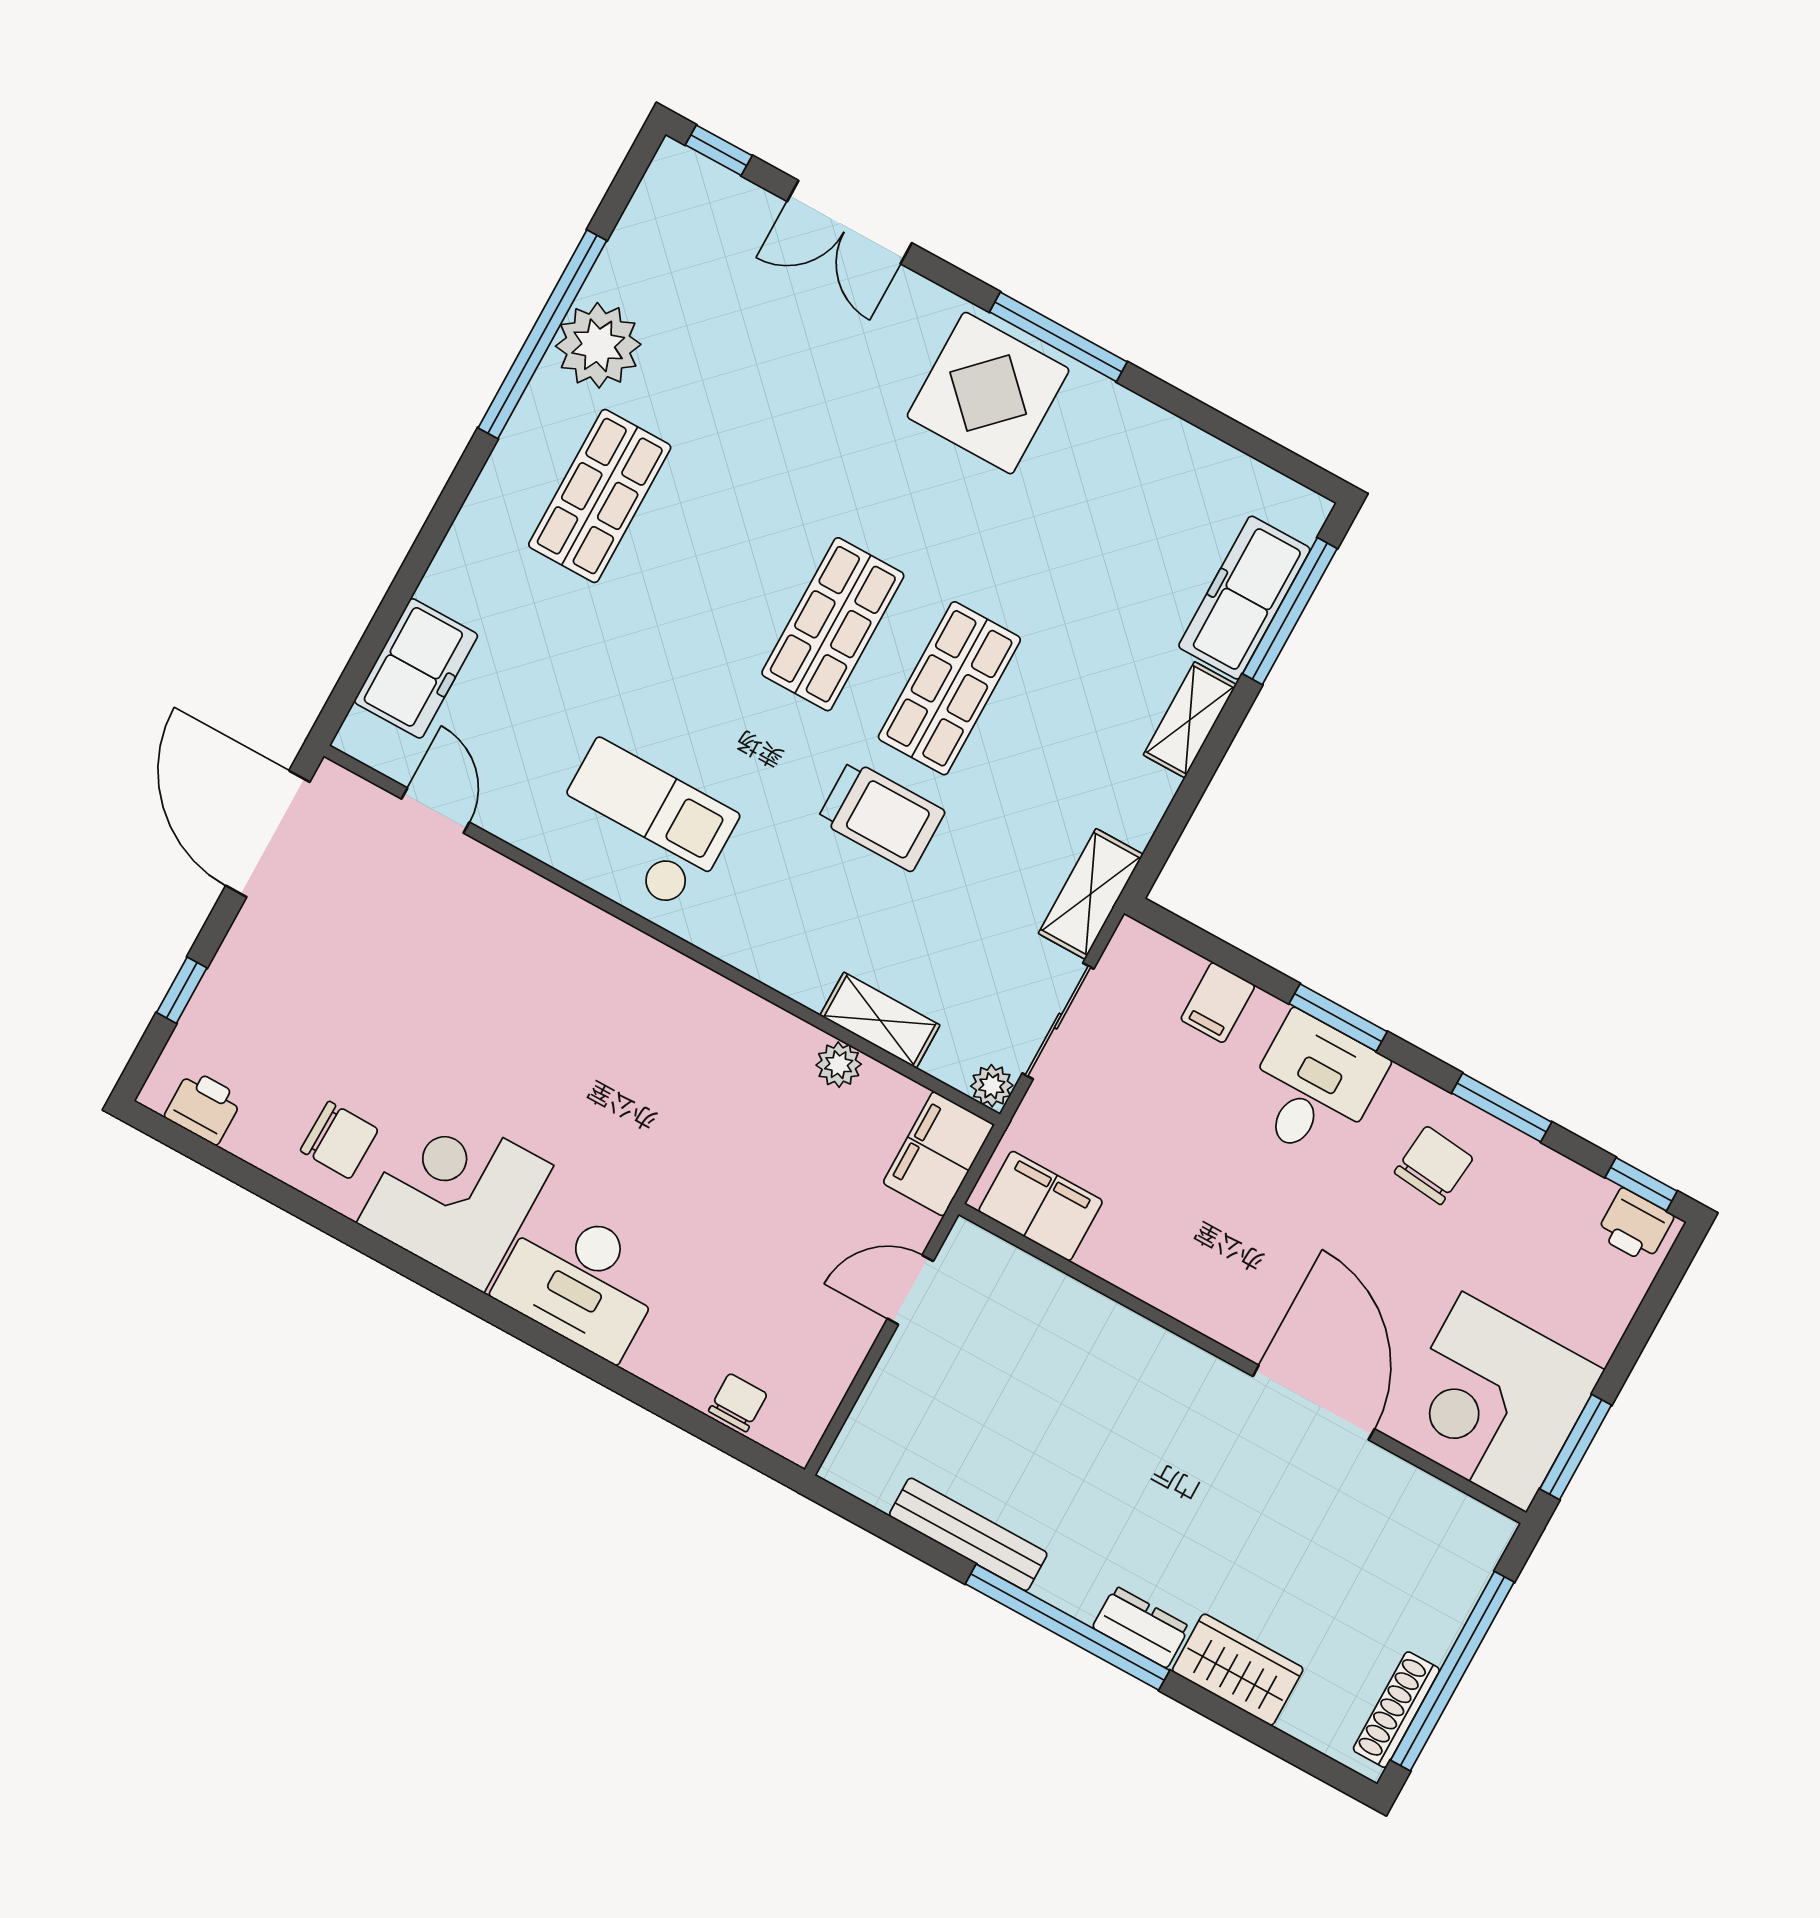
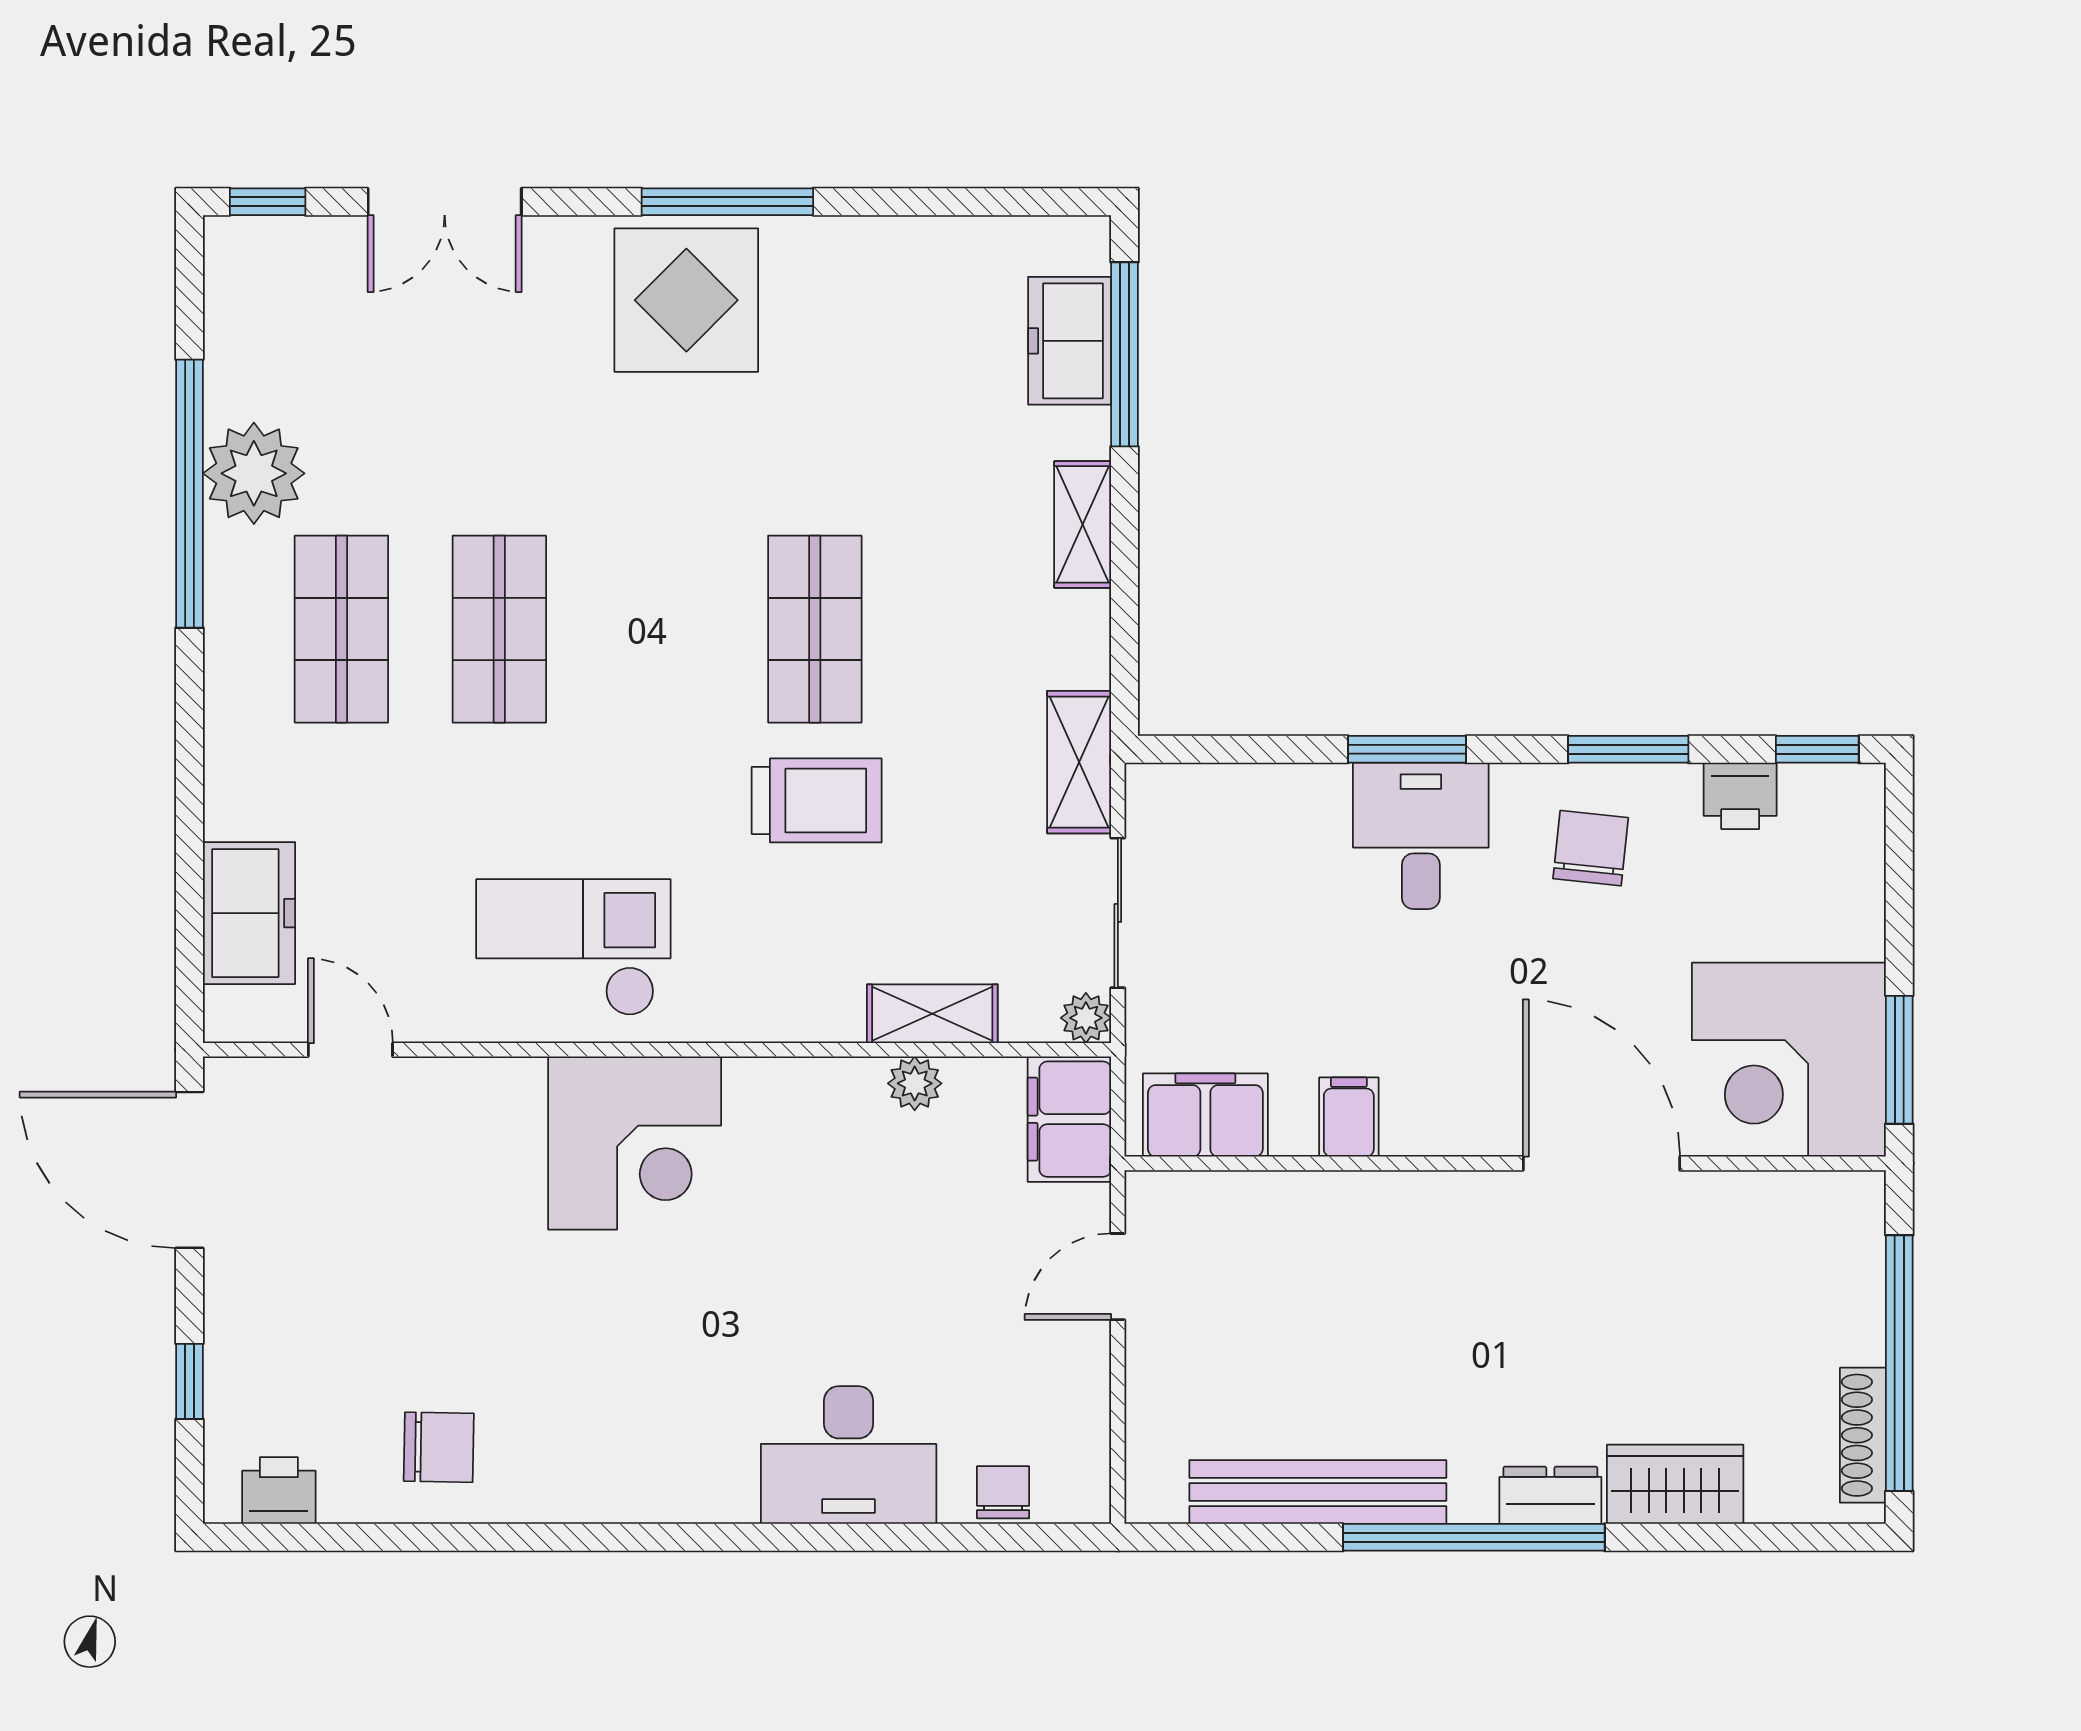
freezer: (1244, 598) -> (1070, 341), width x0.71
shop shelf: (833, 624) -> (499, 629), moved
filing cabinet: (1218, 1002) -> (1349, 1117), moved, turned 180
corner desk: (455, 1194) -> (635, 1143), moved, turned 180
printer: (1635, 1226) -> (1740, 796), moved
desk: (581, 1280) -> (849, 1455), moved
bench: (968, 1534) -> (1318, 1492), width x1.37, depth x1.21

